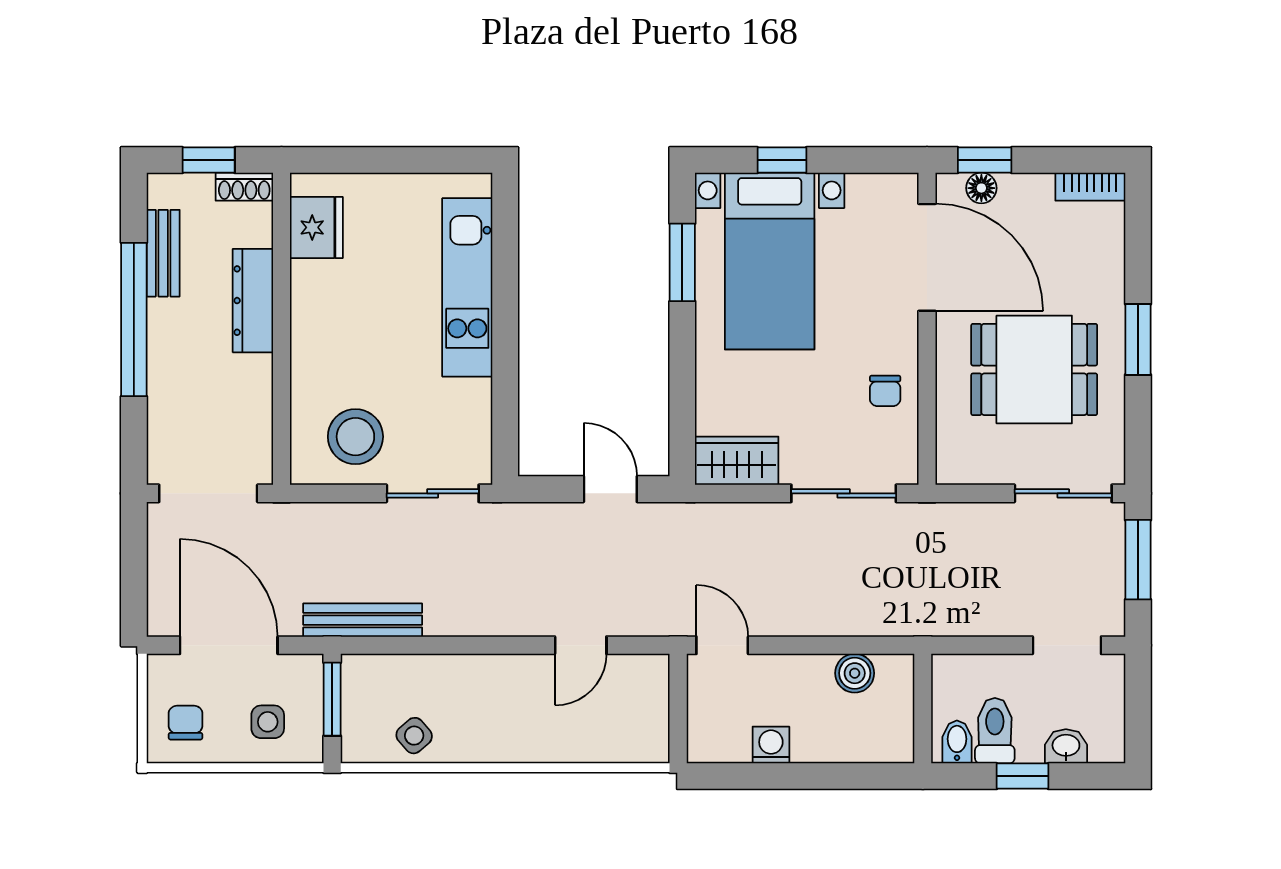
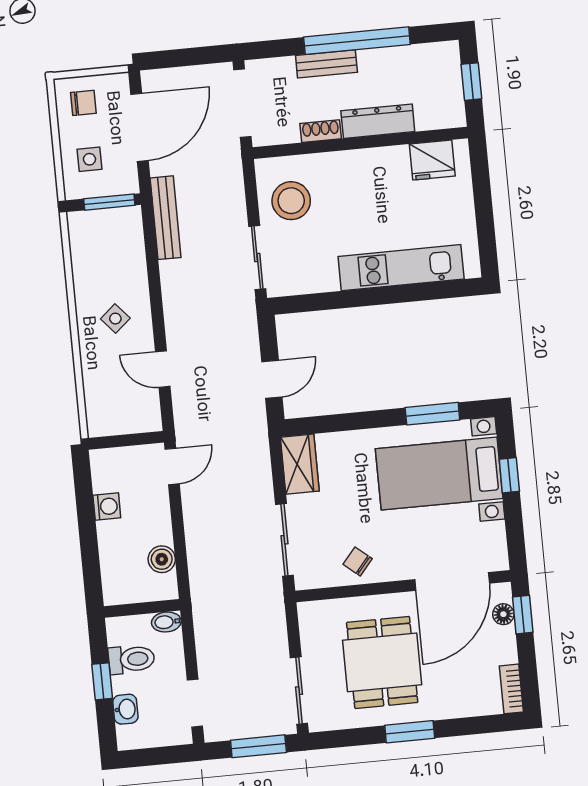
shoe rack: (244, 187) -> (321, 131), moved, turned 90
bench: (163, 253) -> (326, 64), moved
chair: (885, 391) -> (358, 561), turned 40
side table: (414, 736) -> (115, 319), moved
bidet: (957, 742) -> (166, 622), moved, turned 180

